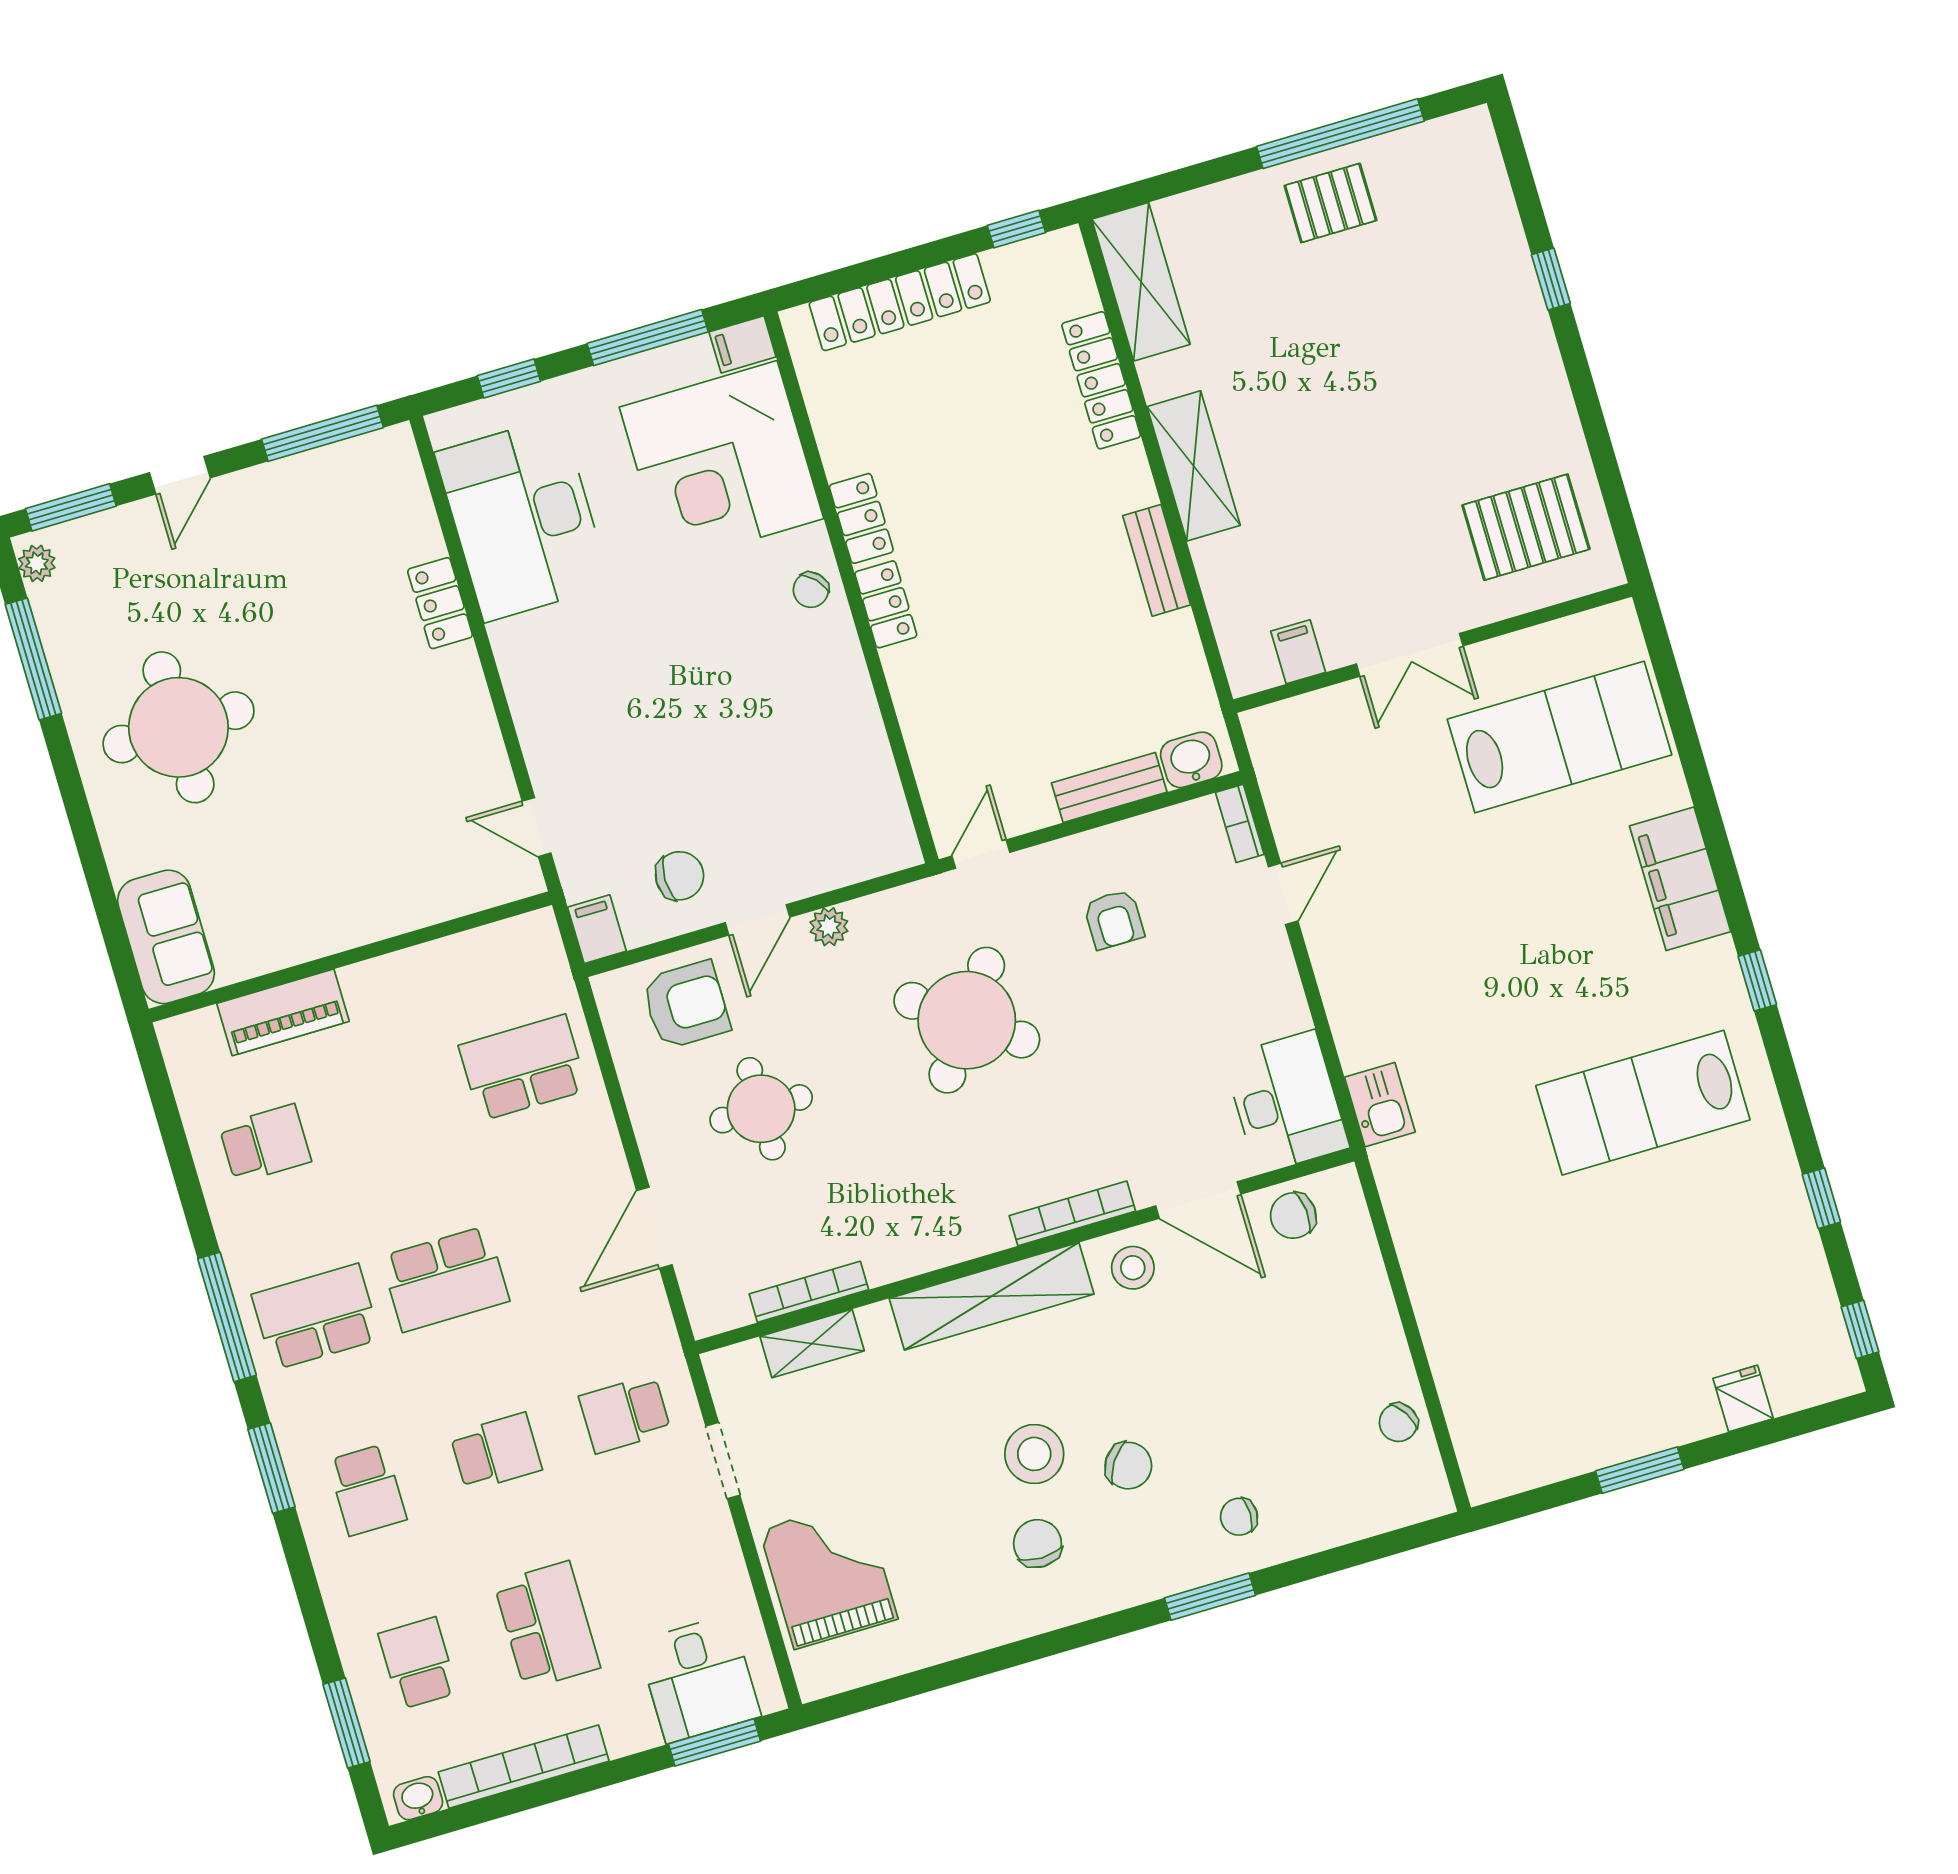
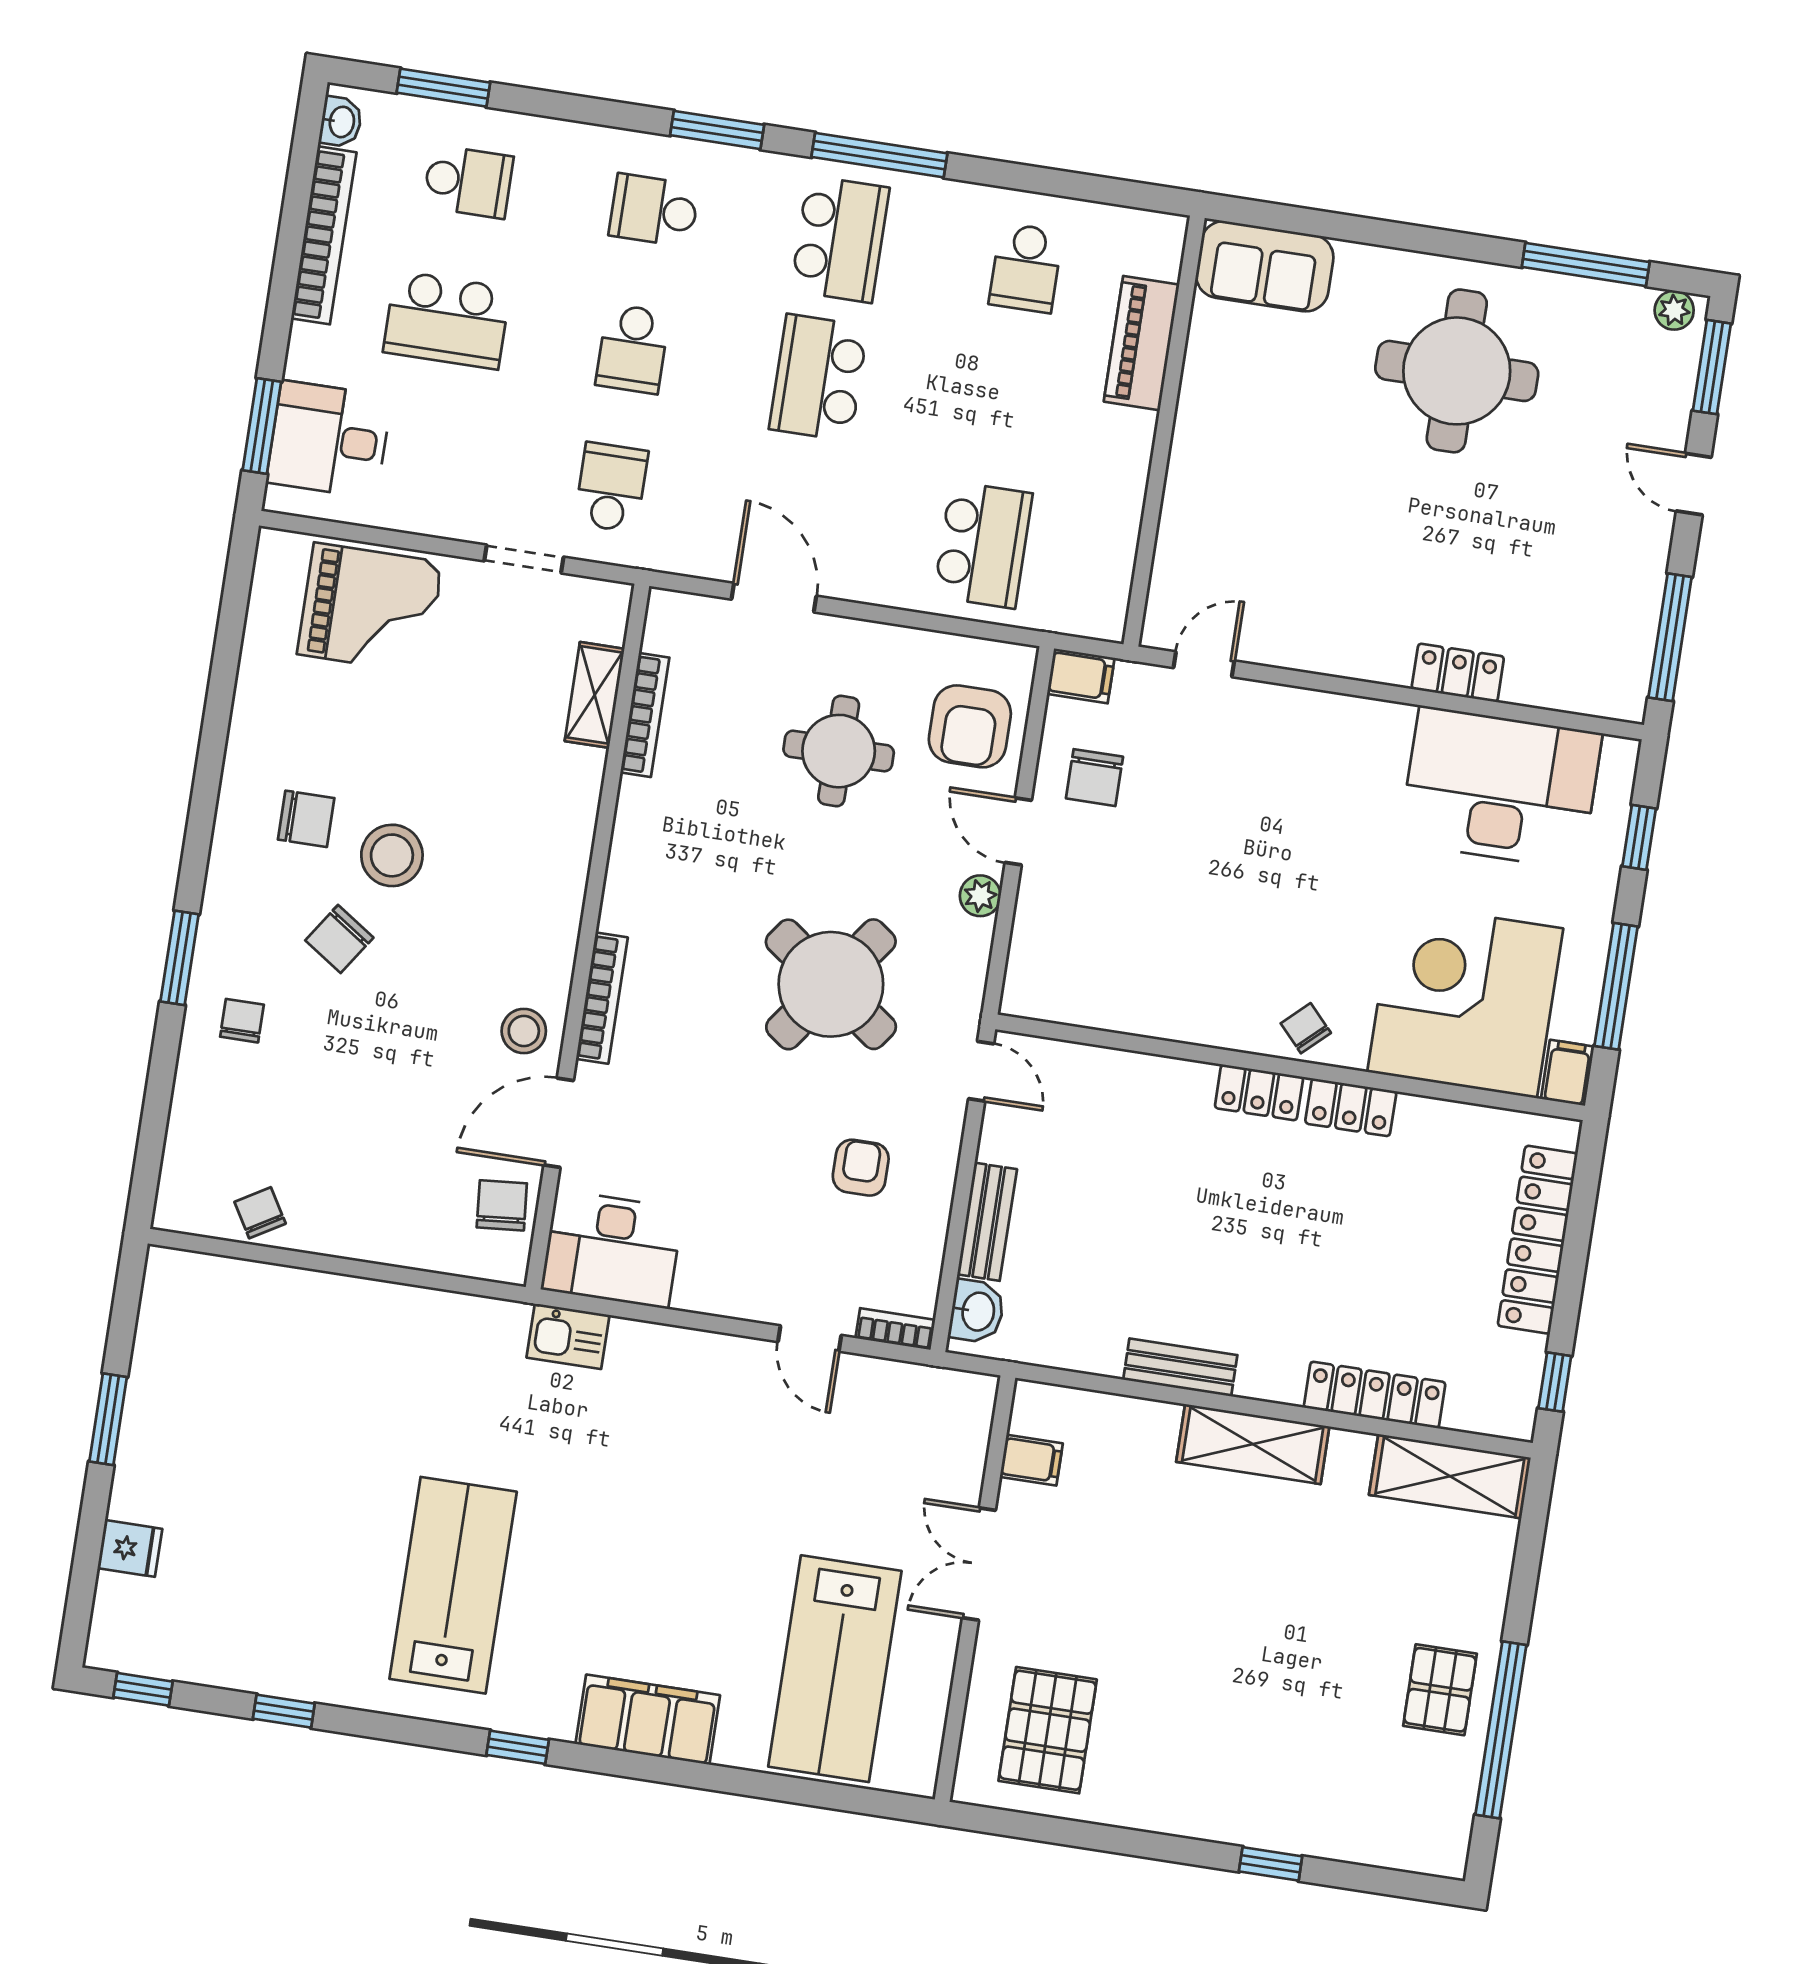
armchair: (1114, 919) -> (861, 1168), turned 90
shelving: (992, 1296) -> (560, 885), removed

